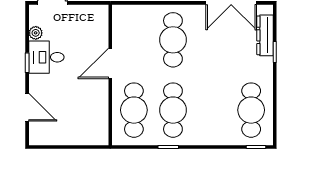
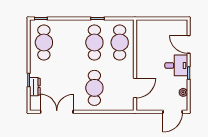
dresser: (265, 35) -> (35, 87), width x0.70
desk: (46, 57) -> (176, 65), moved
door: (110, 63) -> (135, 88), moved

